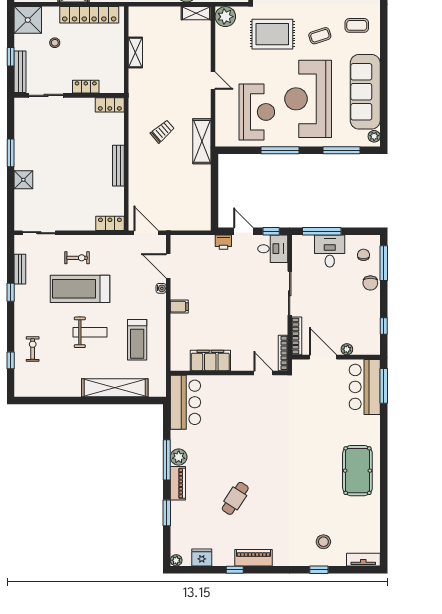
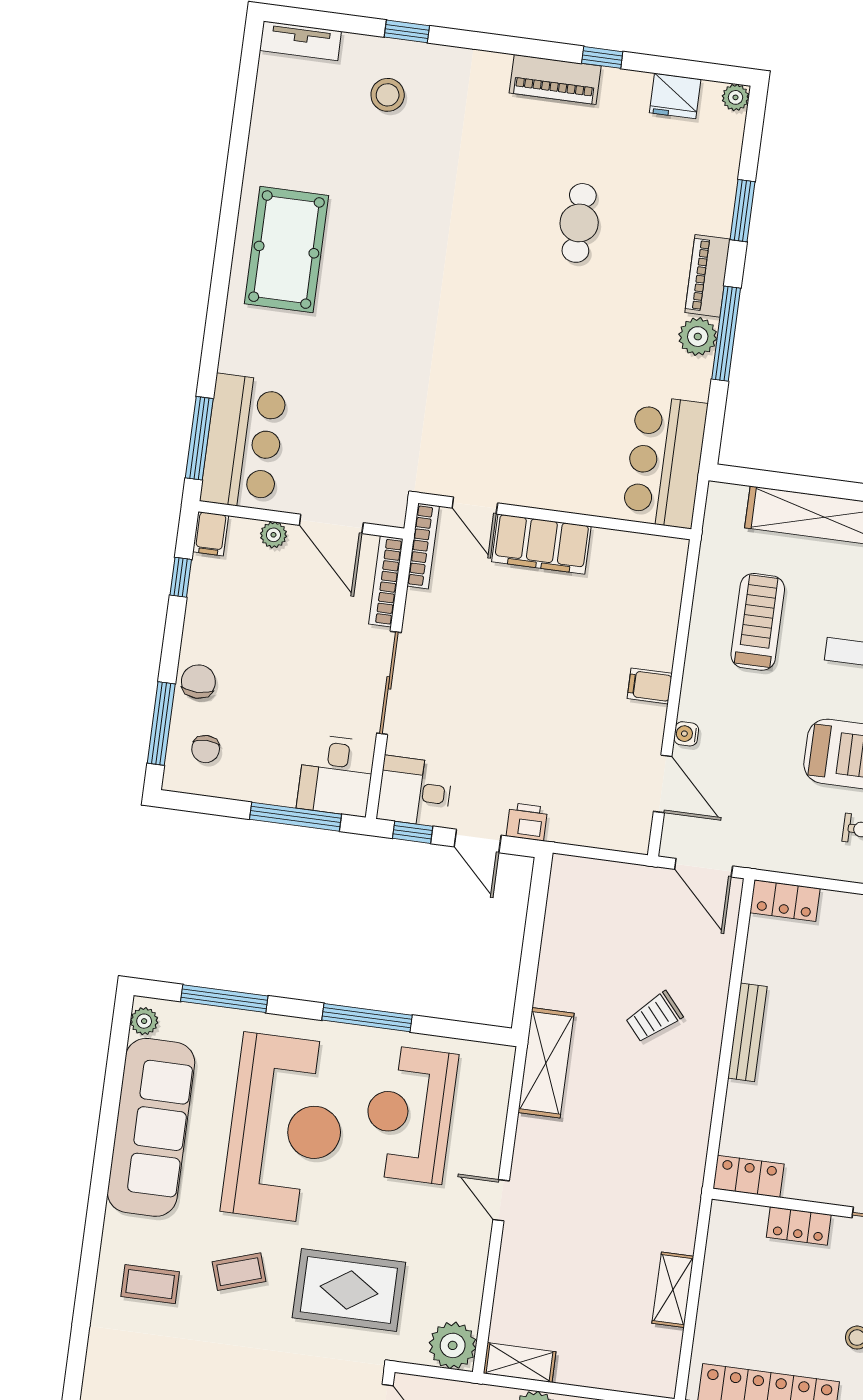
trolley: (162, 131) -> (654, 1017), moved
desk: (330, 251) -> (336, 775), moved
filing cabinet: (374, 346) -> (211, 534), added
filing cabinet: (210, 360) -> (541, 544), moved
cafe table: (235, 498) -> (579, 223), turned -33

